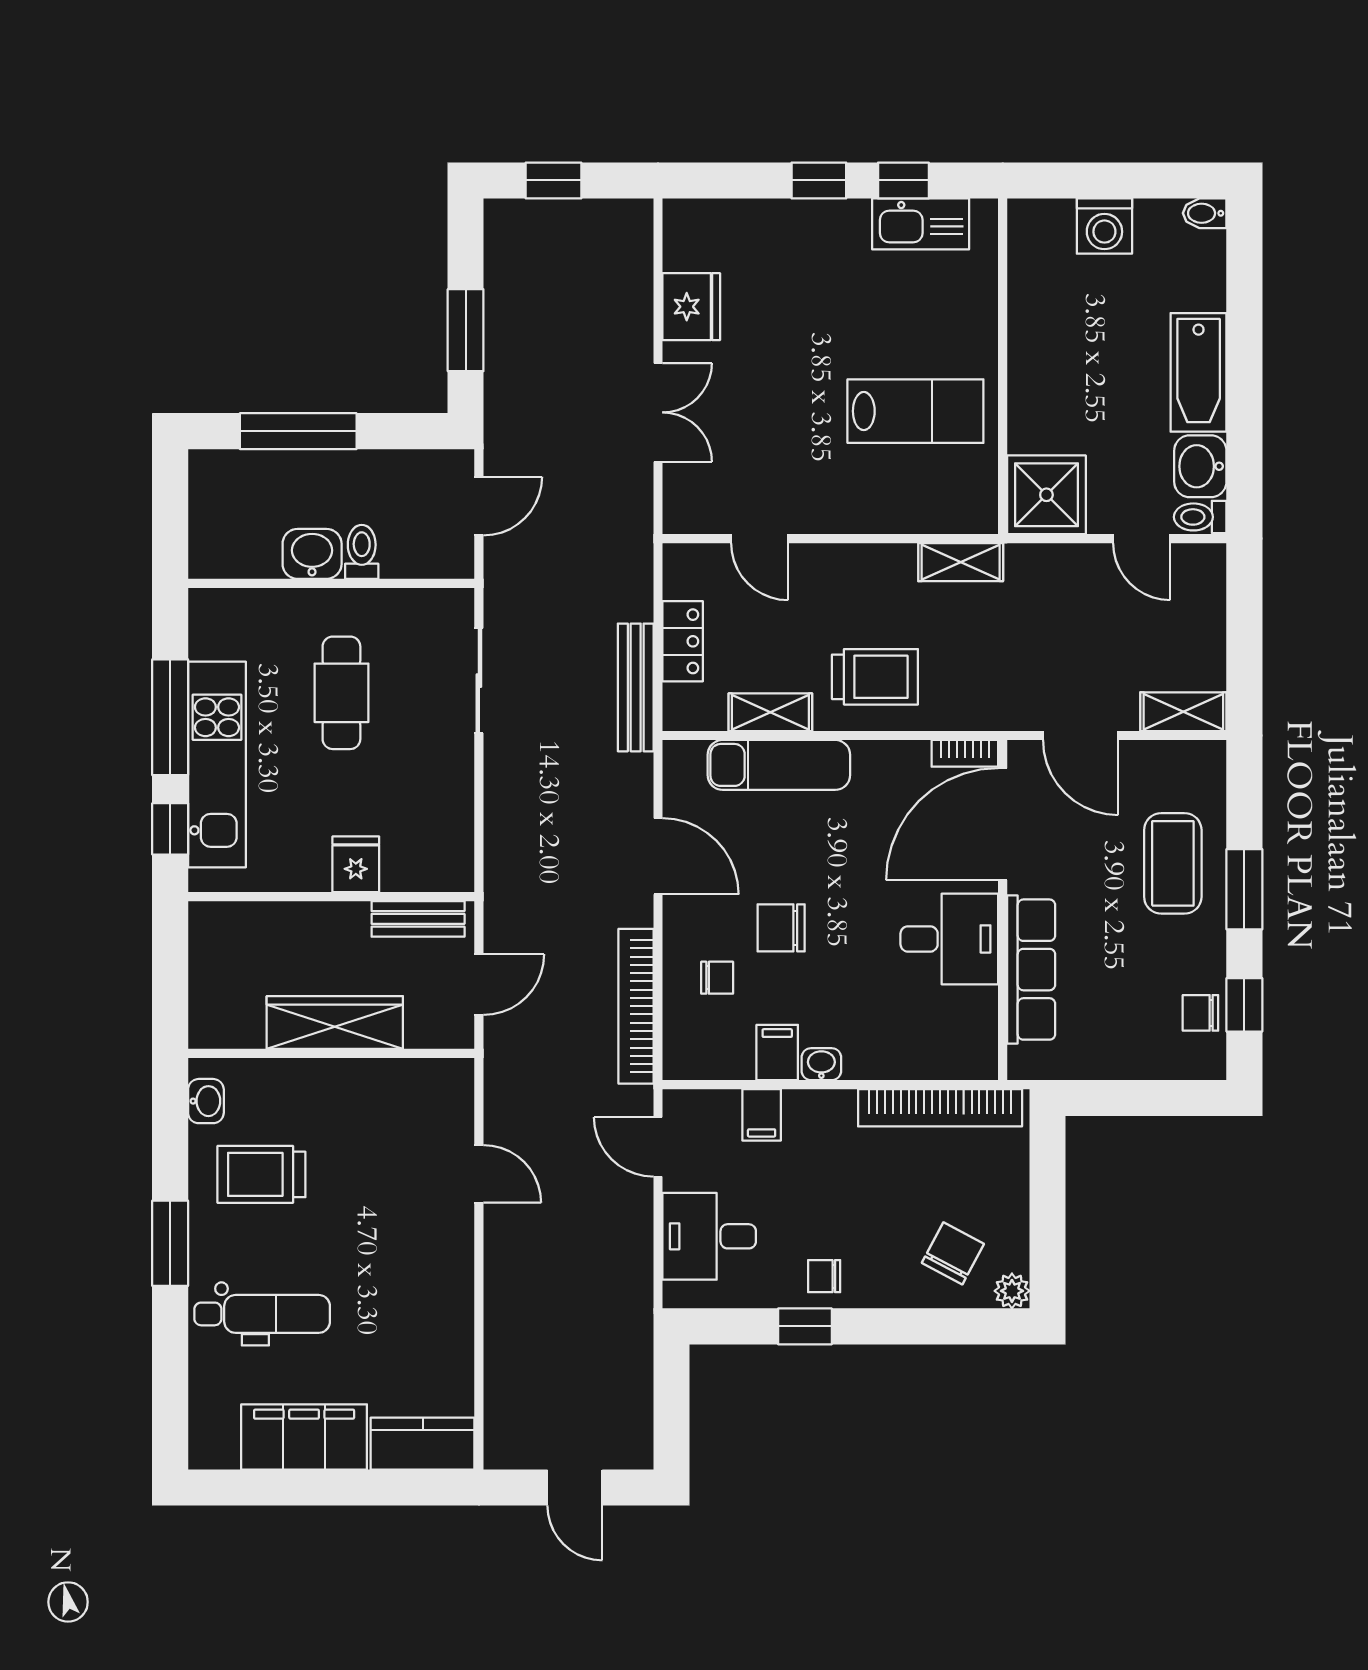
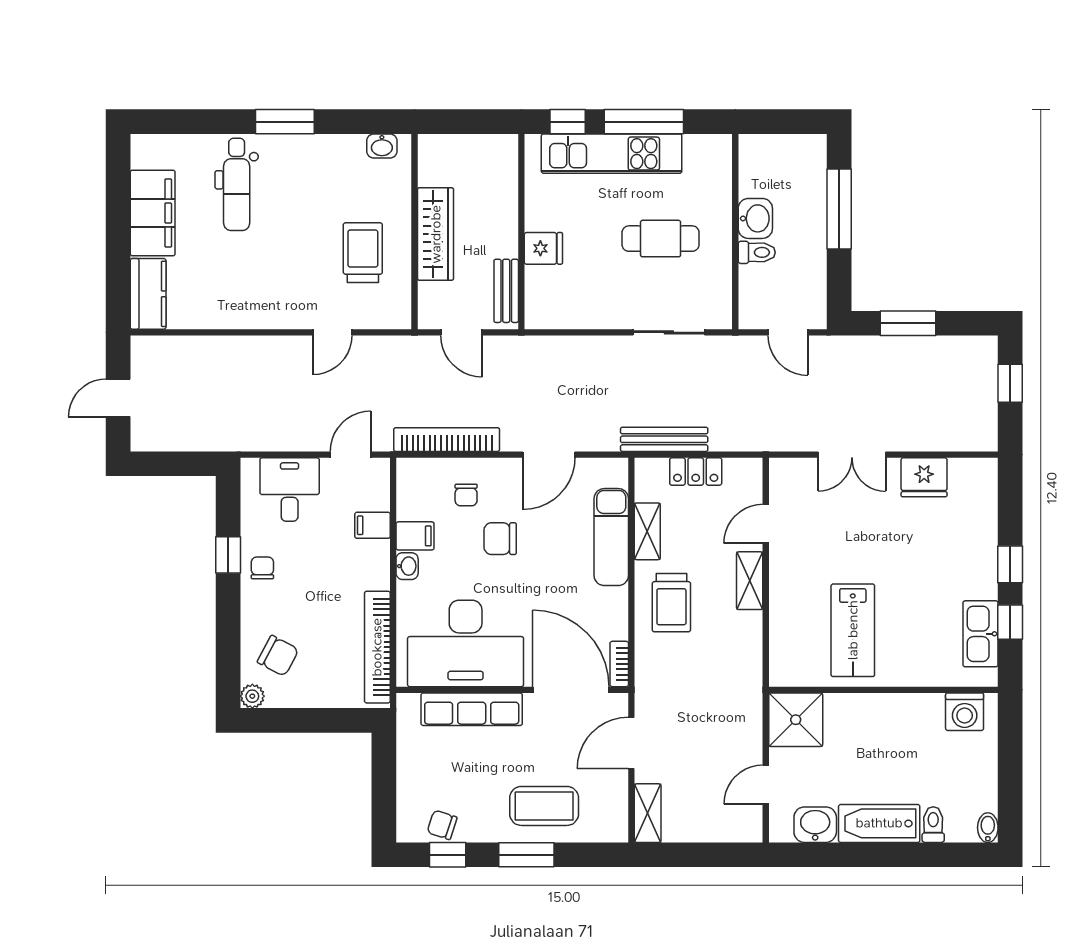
washing machine: (1104, 226) -> (965, 712), moved, turned -90
toilet: (1200, 517) -> (933, 825), moved
shelving: (961, 562) -> (750, 581), moved
chair: (781, 928) -> (500, 539), turned -90
desk: (949, 939) -> (466, 643), width x1.87, depth x1.30
chair: (1200, 1013) -> (442, 825), turned -72
trolley: (261, 1174) -> (363, 253), moved

